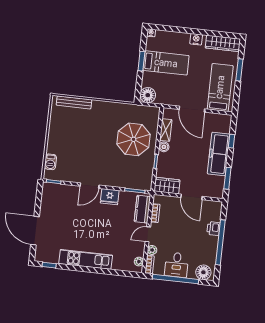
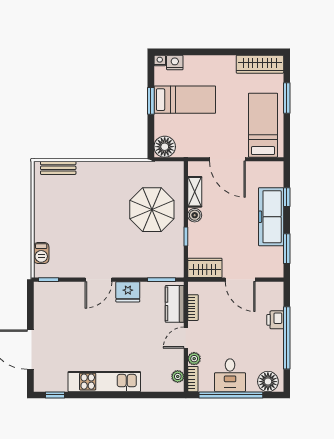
nightstand: (196, 39) -> (175, 63), moved
bench: (74, 102) -> (58, 168), width x0.73

